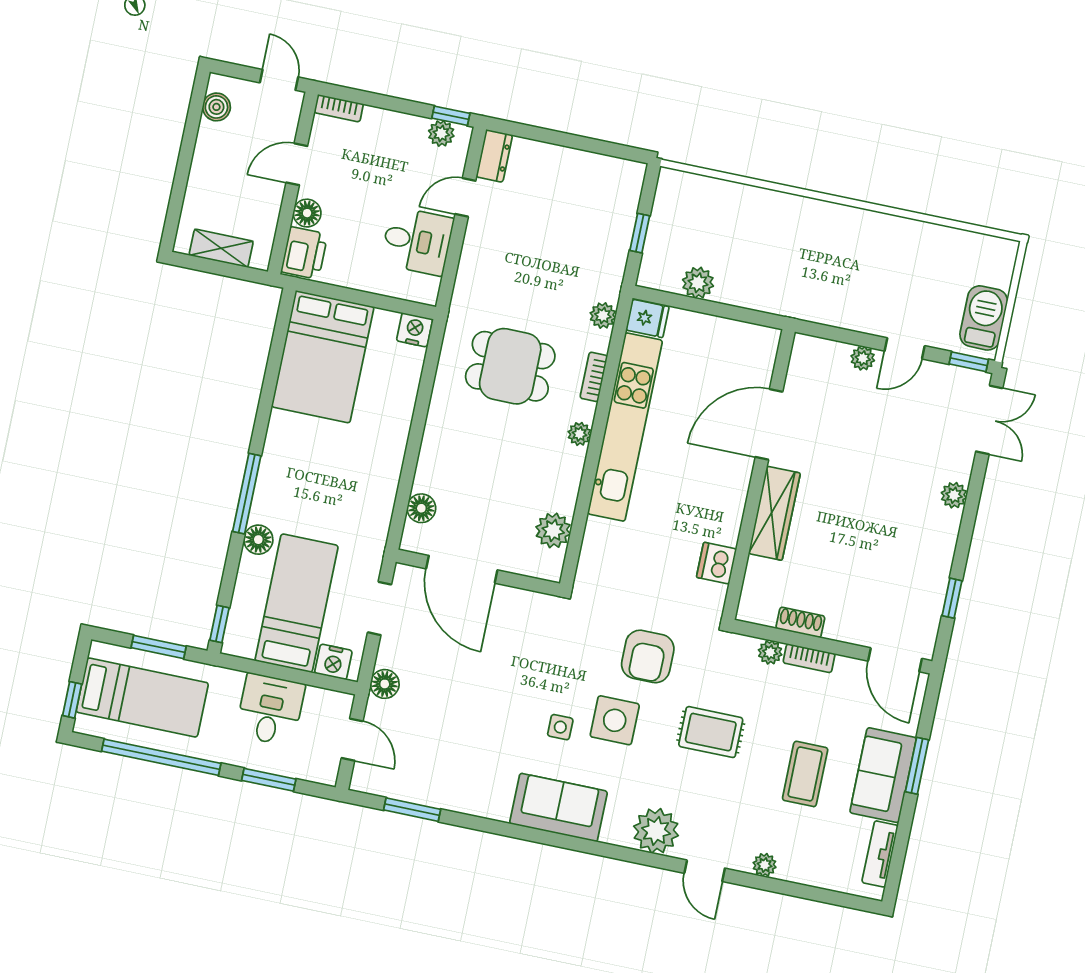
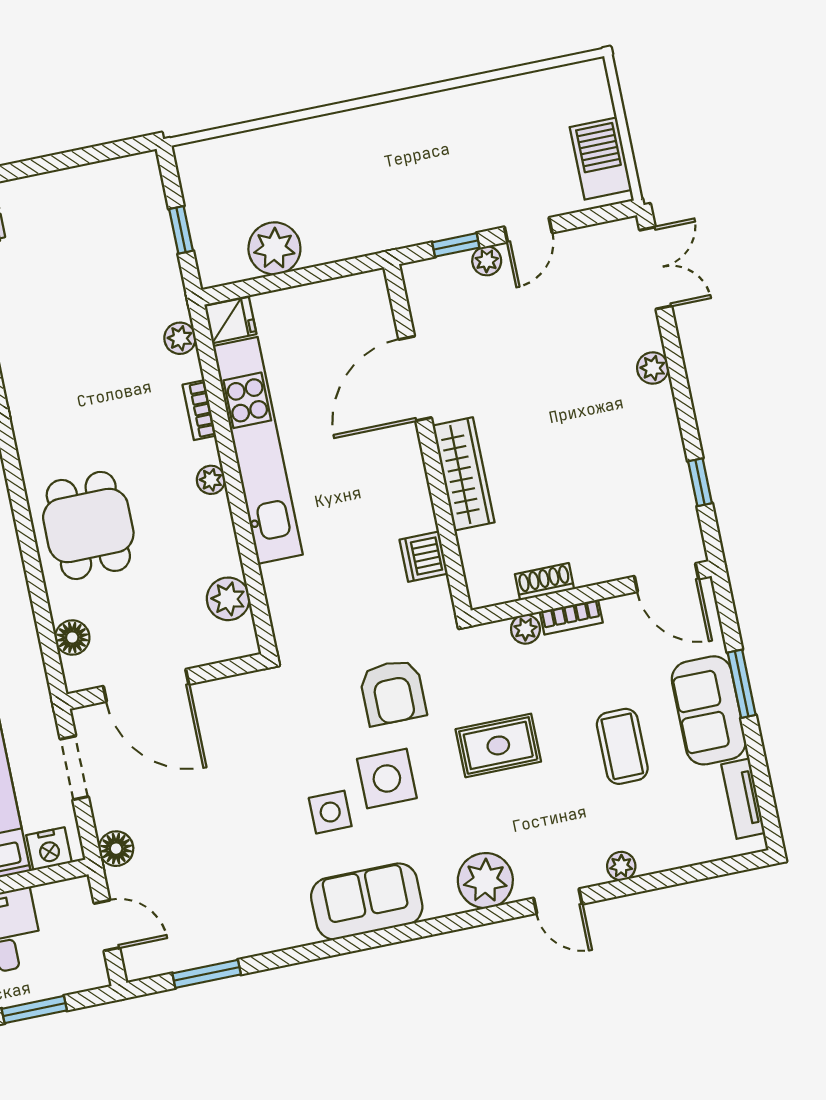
plant: (698, 283) -> (274, 248), width x1.36, depth x1.36
window: (969, 362) -> (456, 245), moved
dining table: (510, 366) -> (88, 525), moved, turned 90
side table: (560, 727) -> (330, 812), width x1.37, depth x1.37

